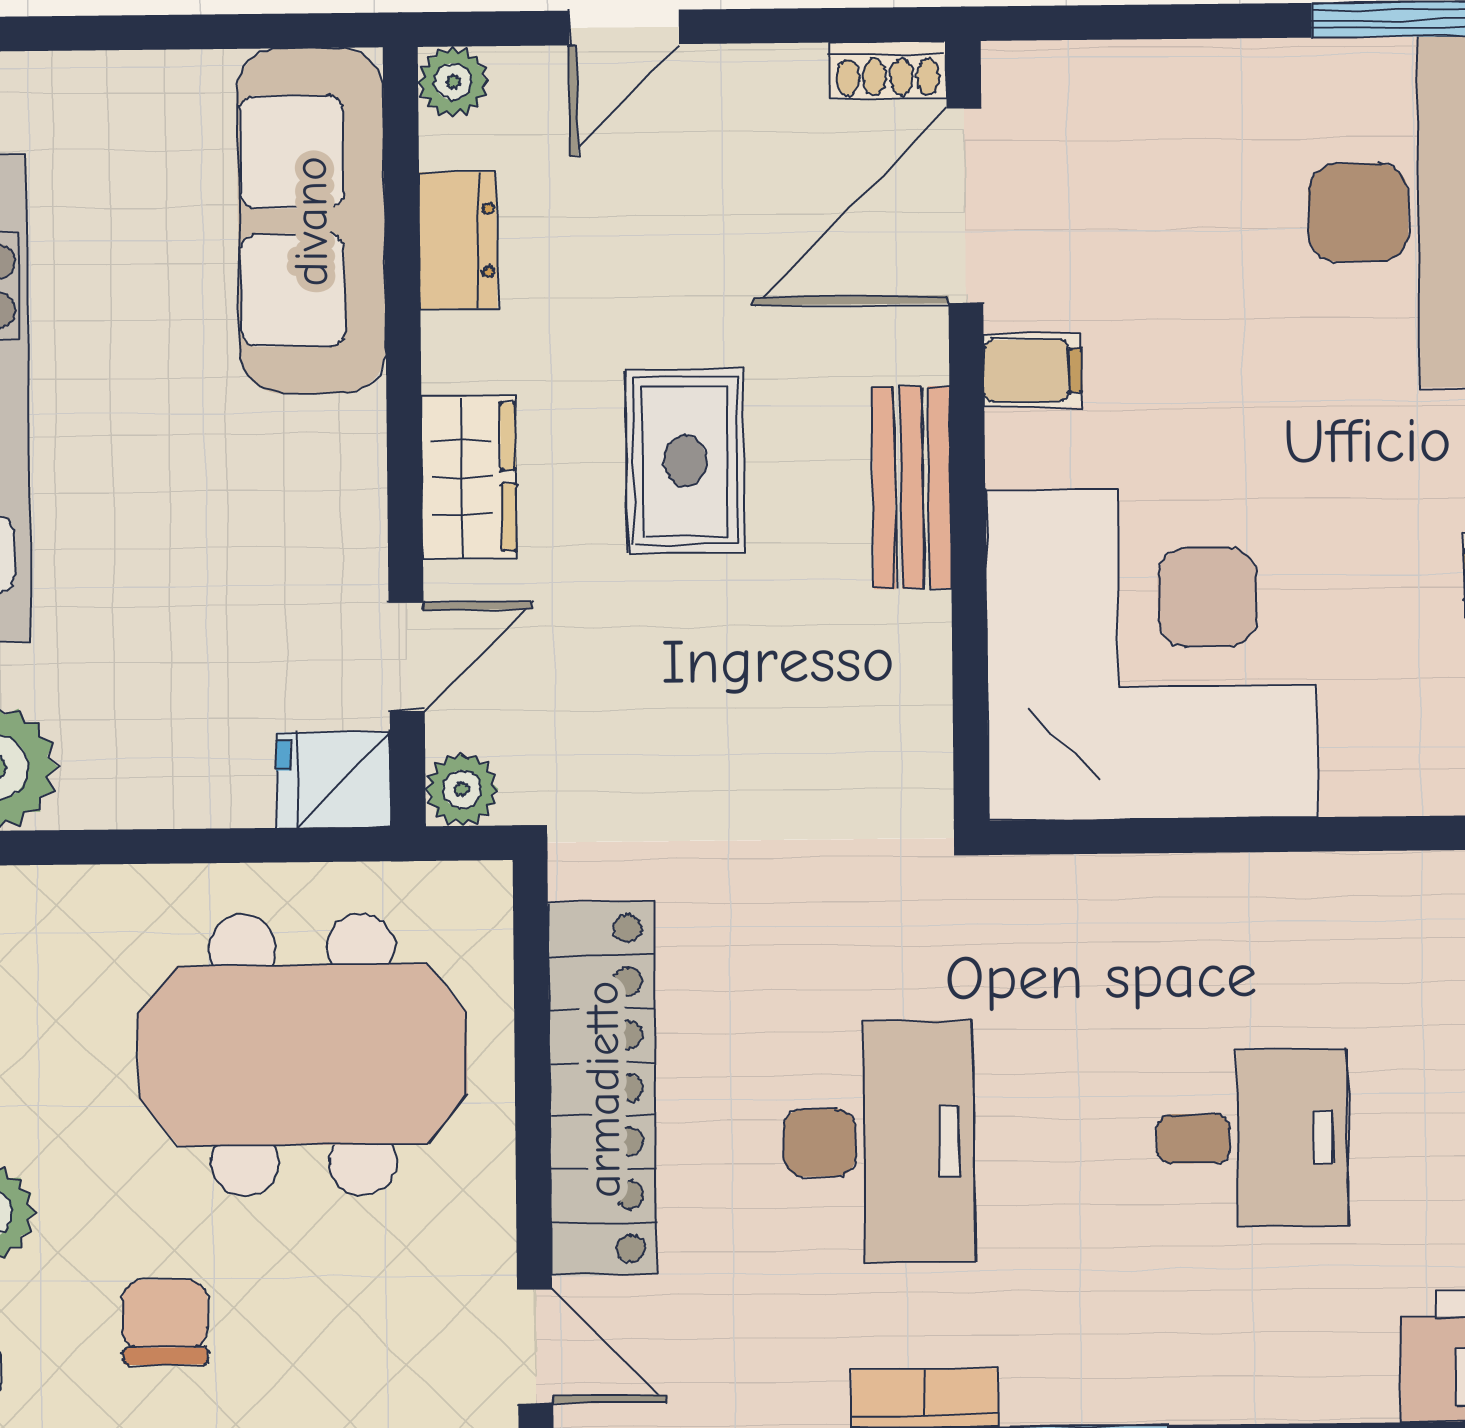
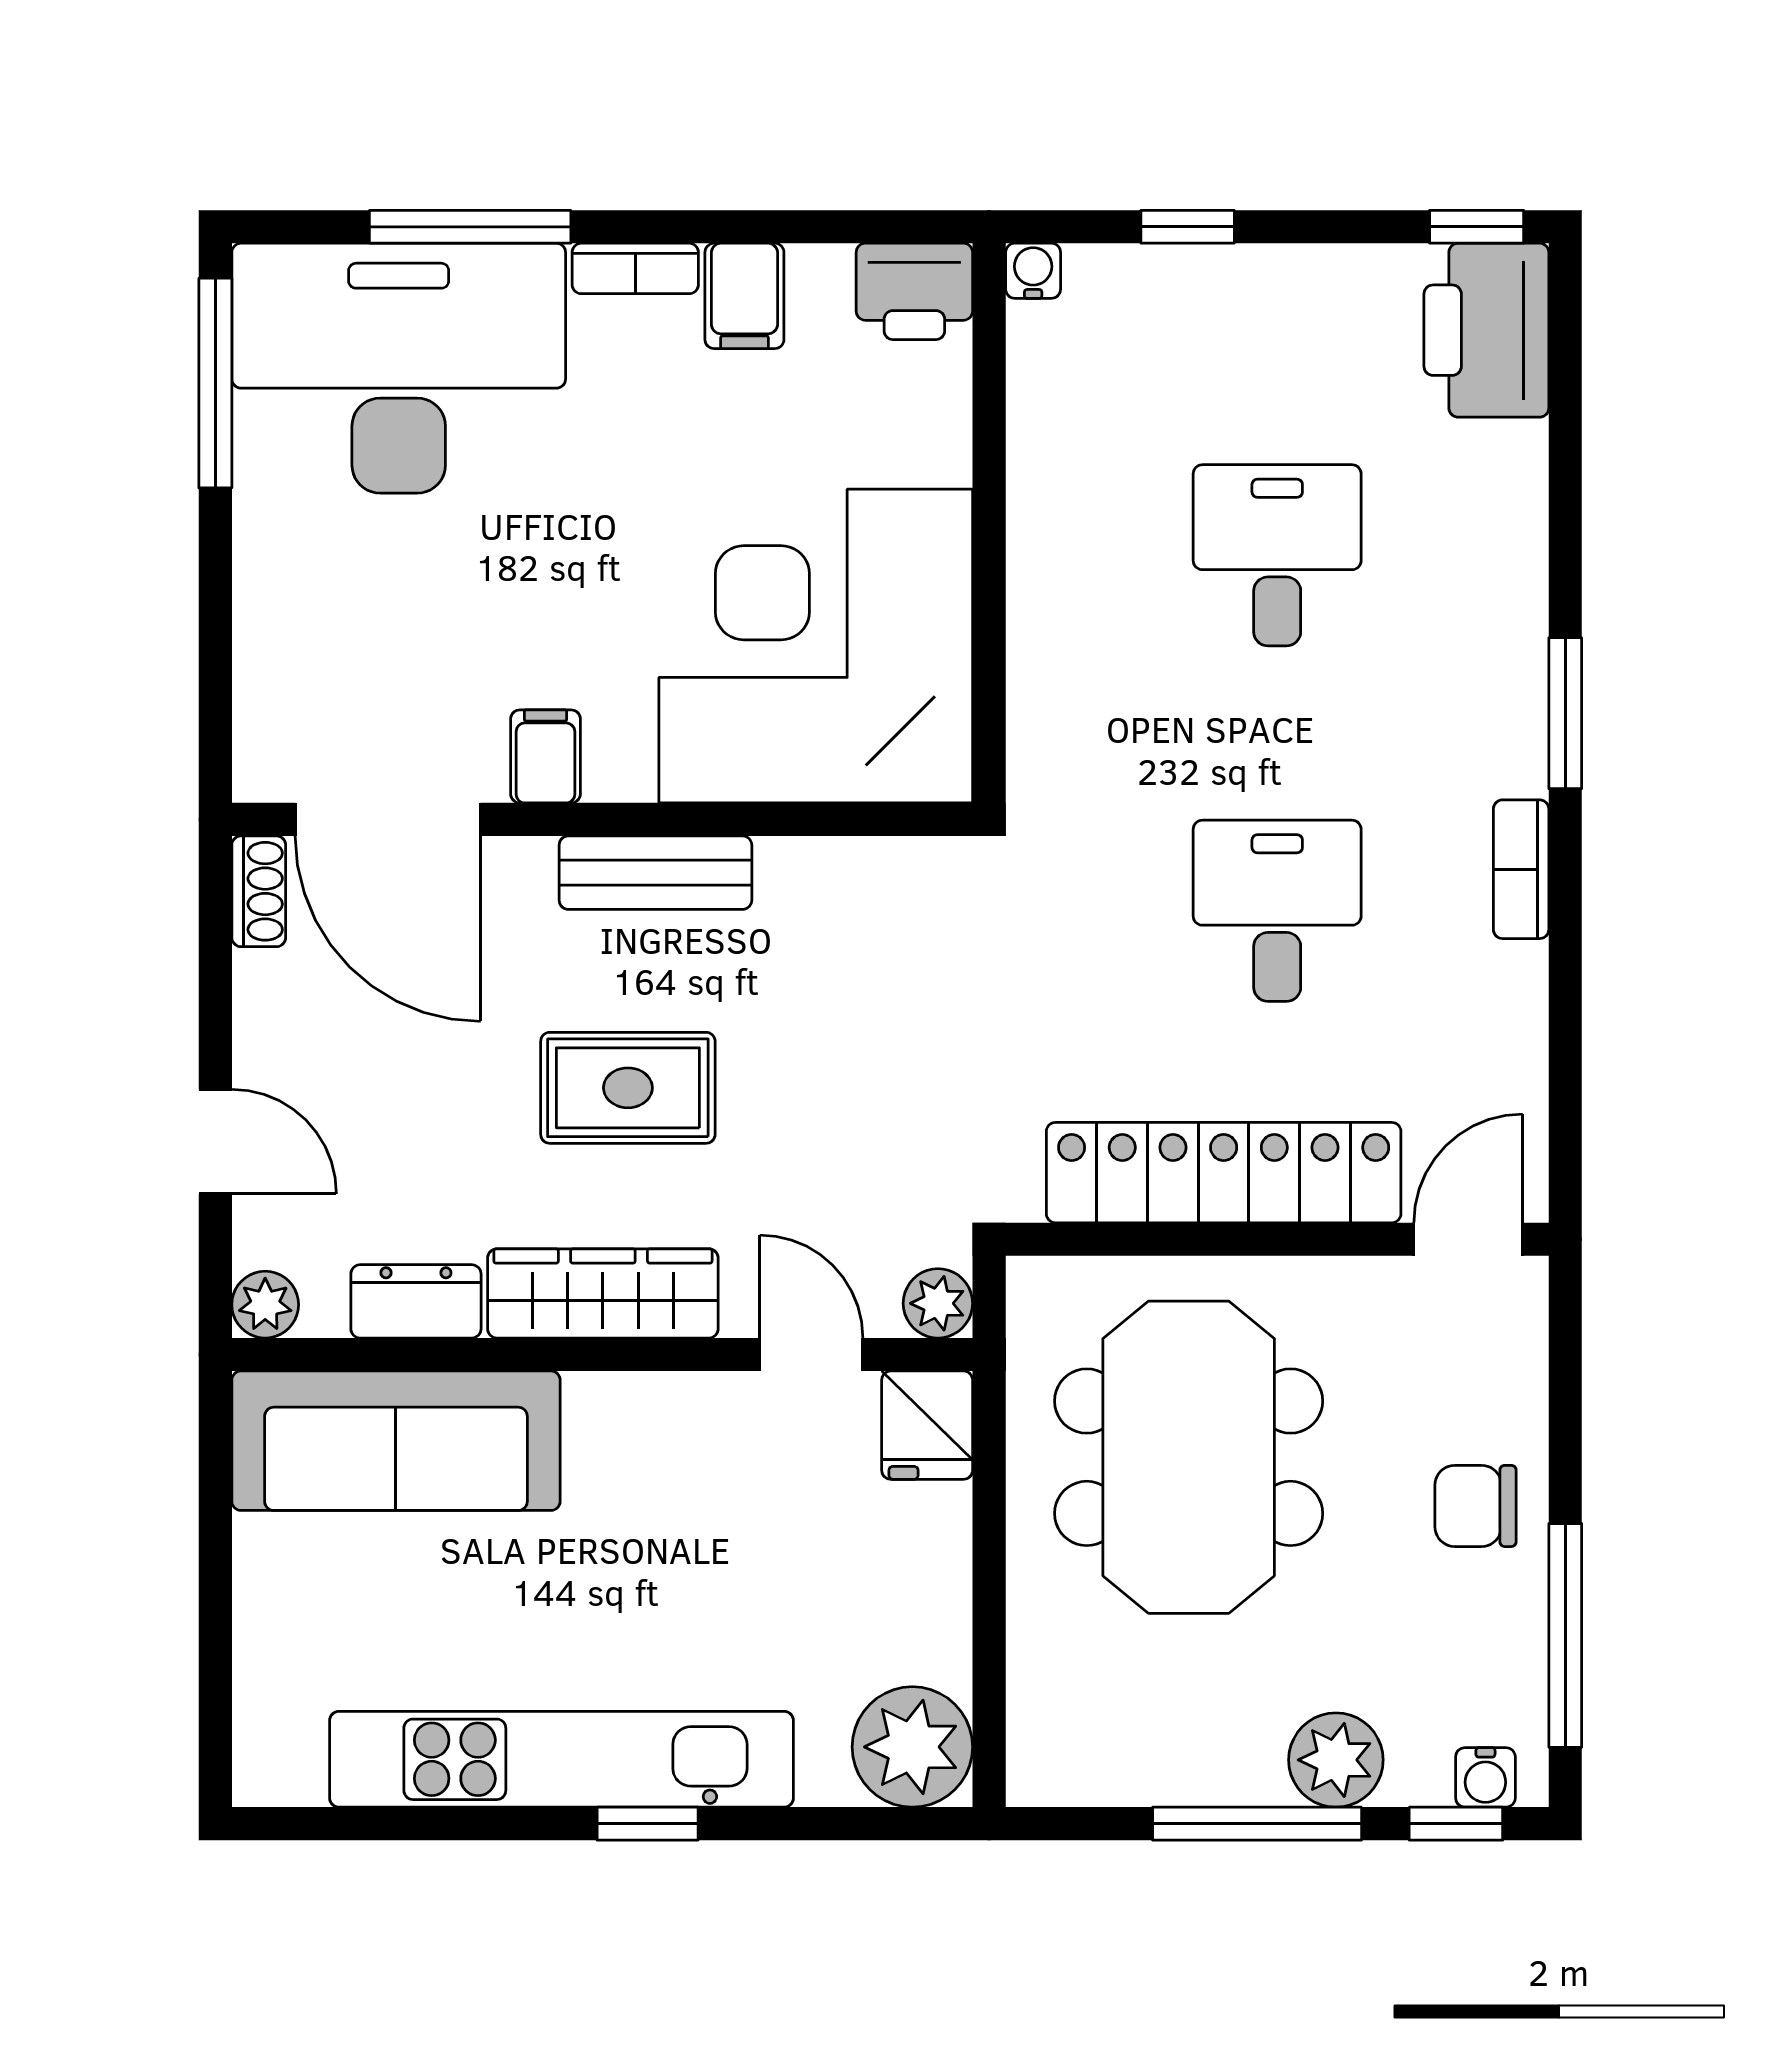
wardrobe: (469, 477) -> (603, 1293), width x1.50
desk: (879, 1142) -> (1277, 911), width x0.73
chair: (165, 1322) -> (1475, 1506), moved

